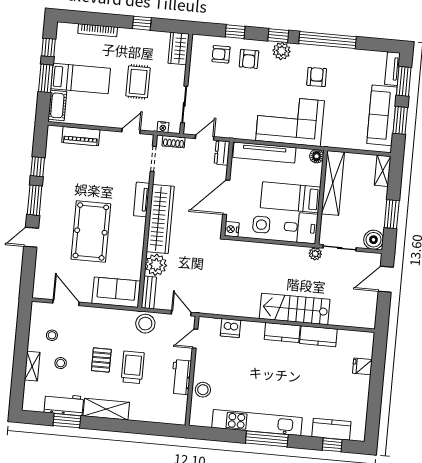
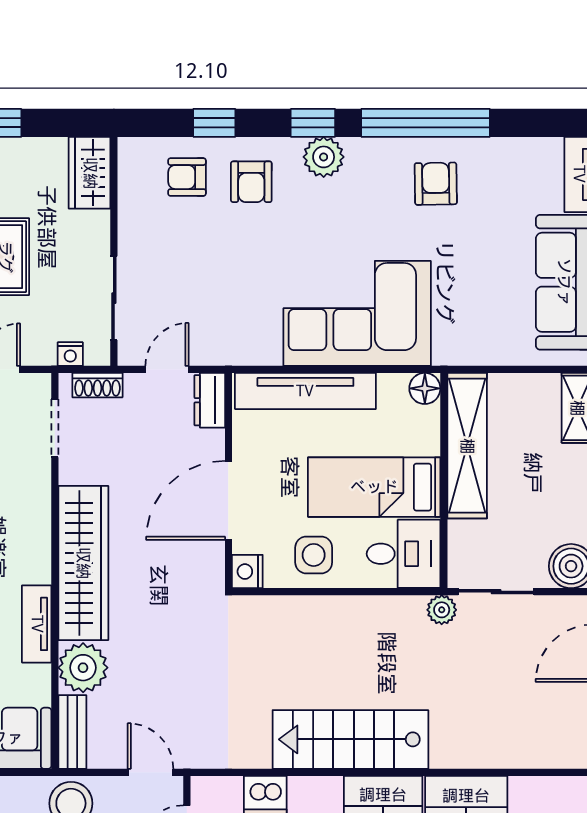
armchair: (317, 77) -> (436, 184), moved
tv unit: (141, 199) -> (37, 624), moved
stairs: (295, 309) -> (350, 739), moved

